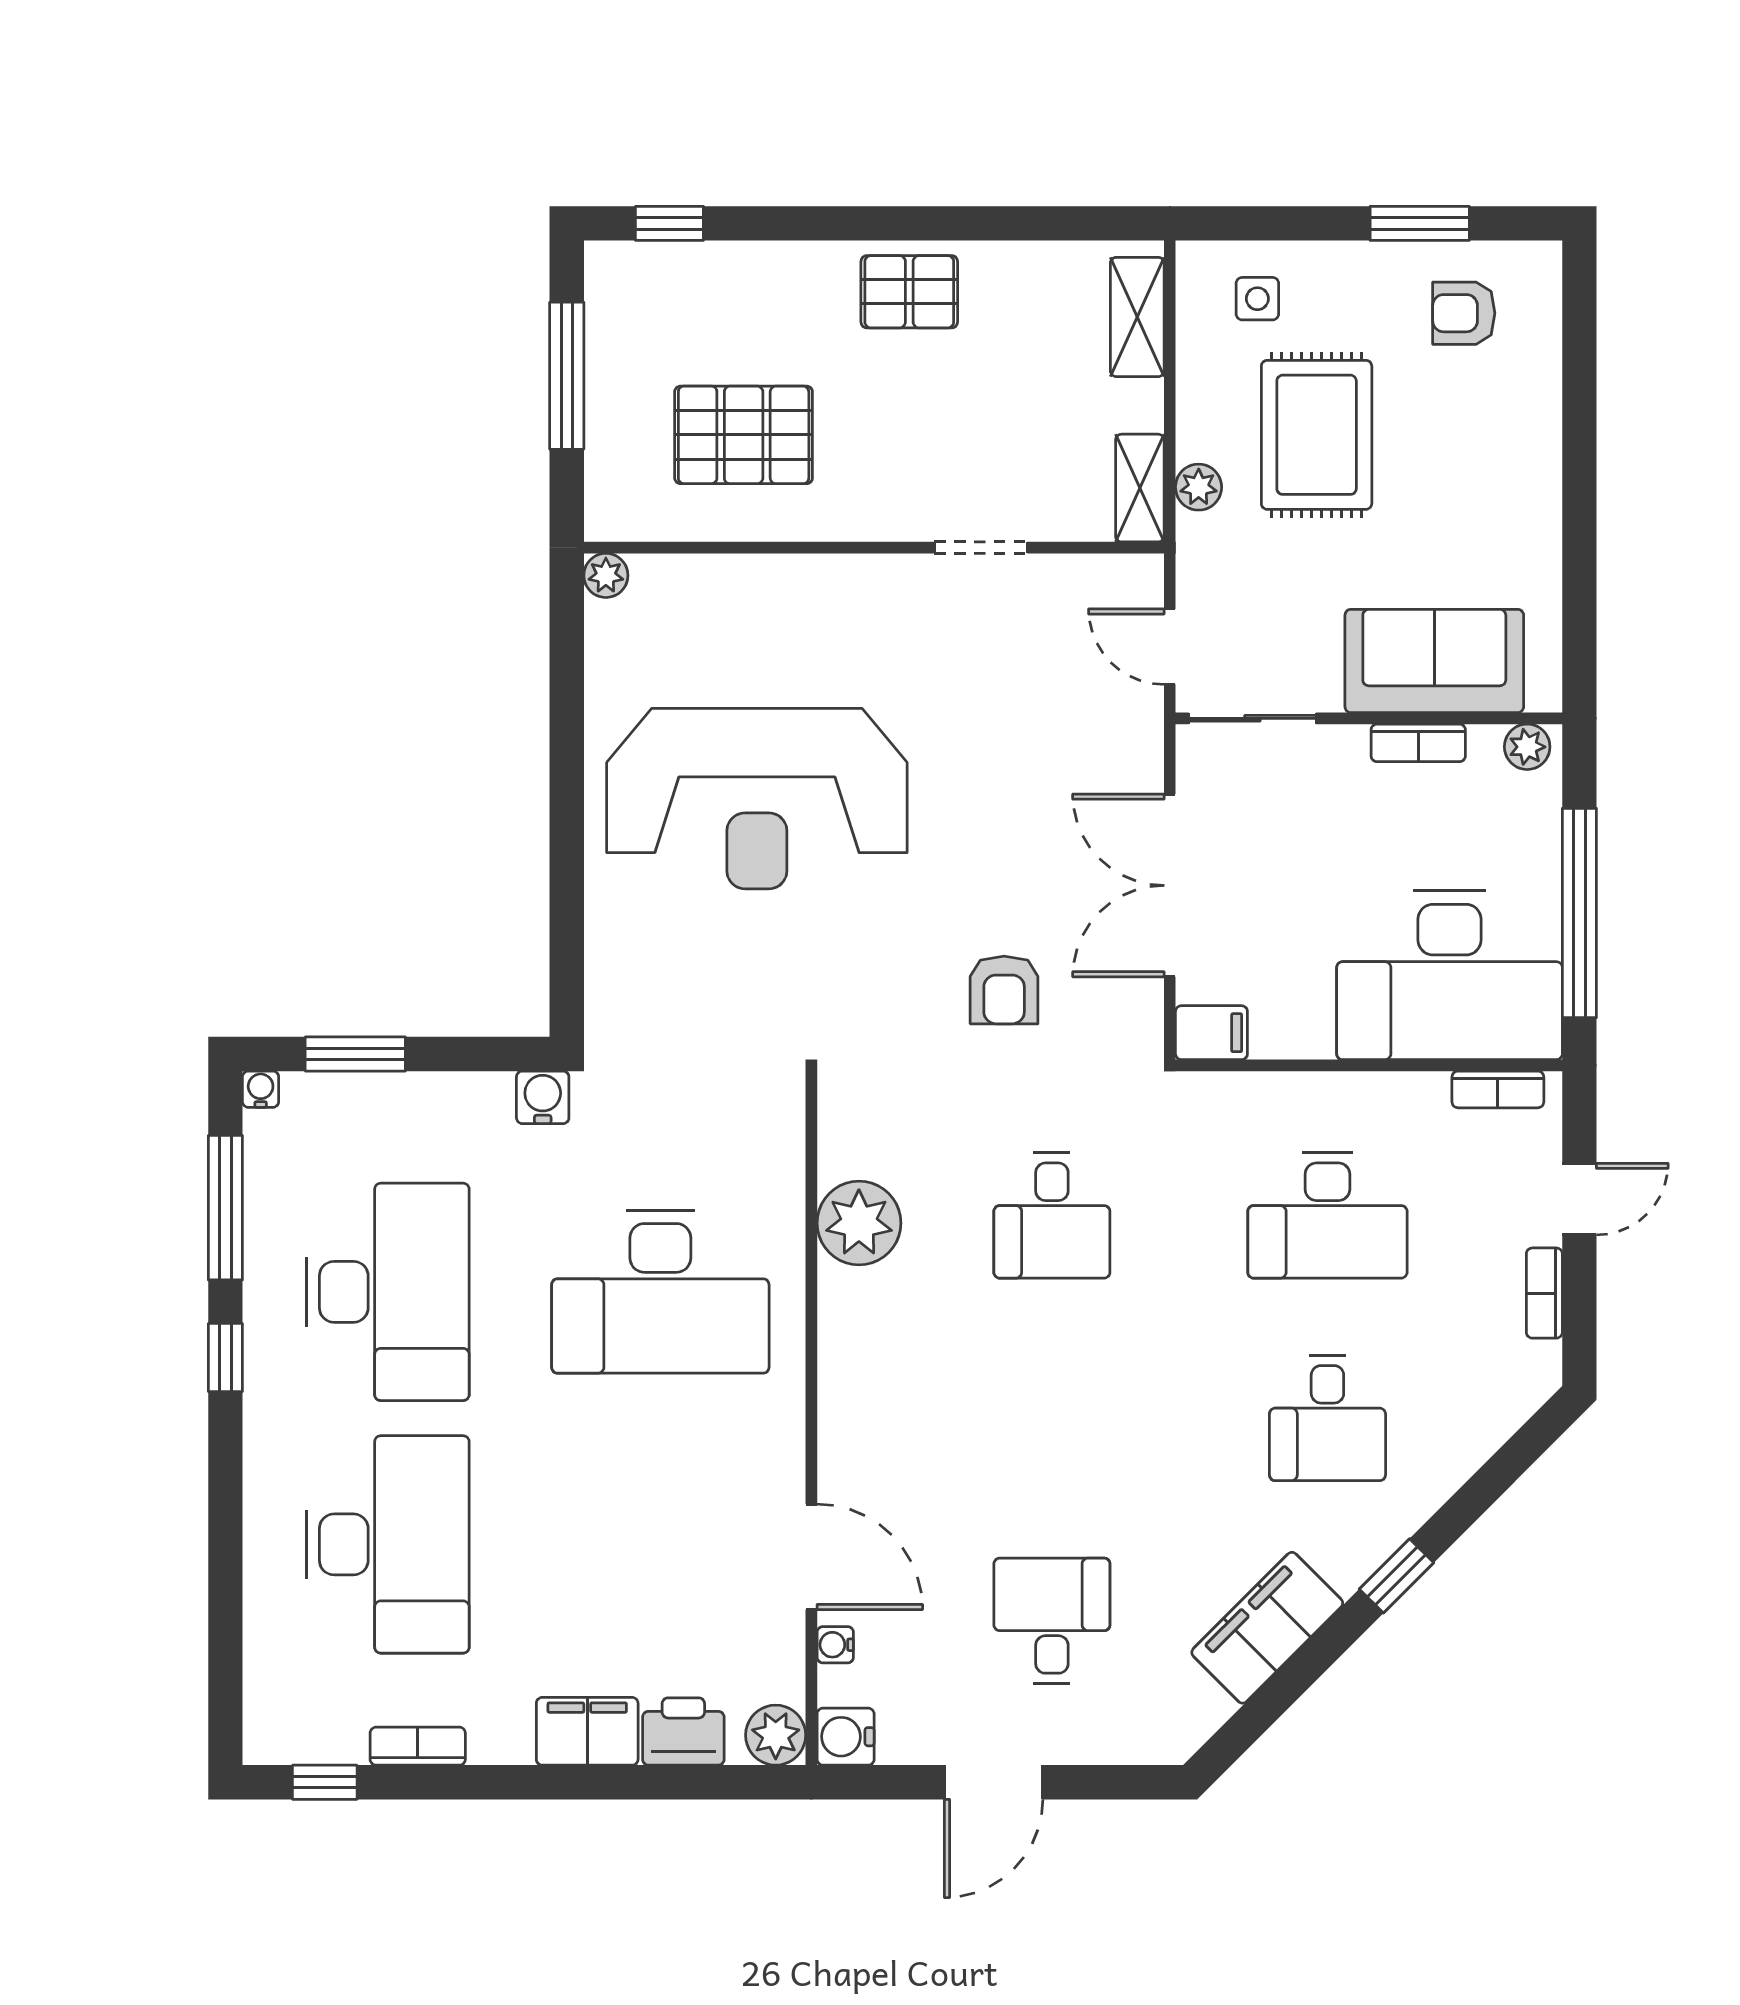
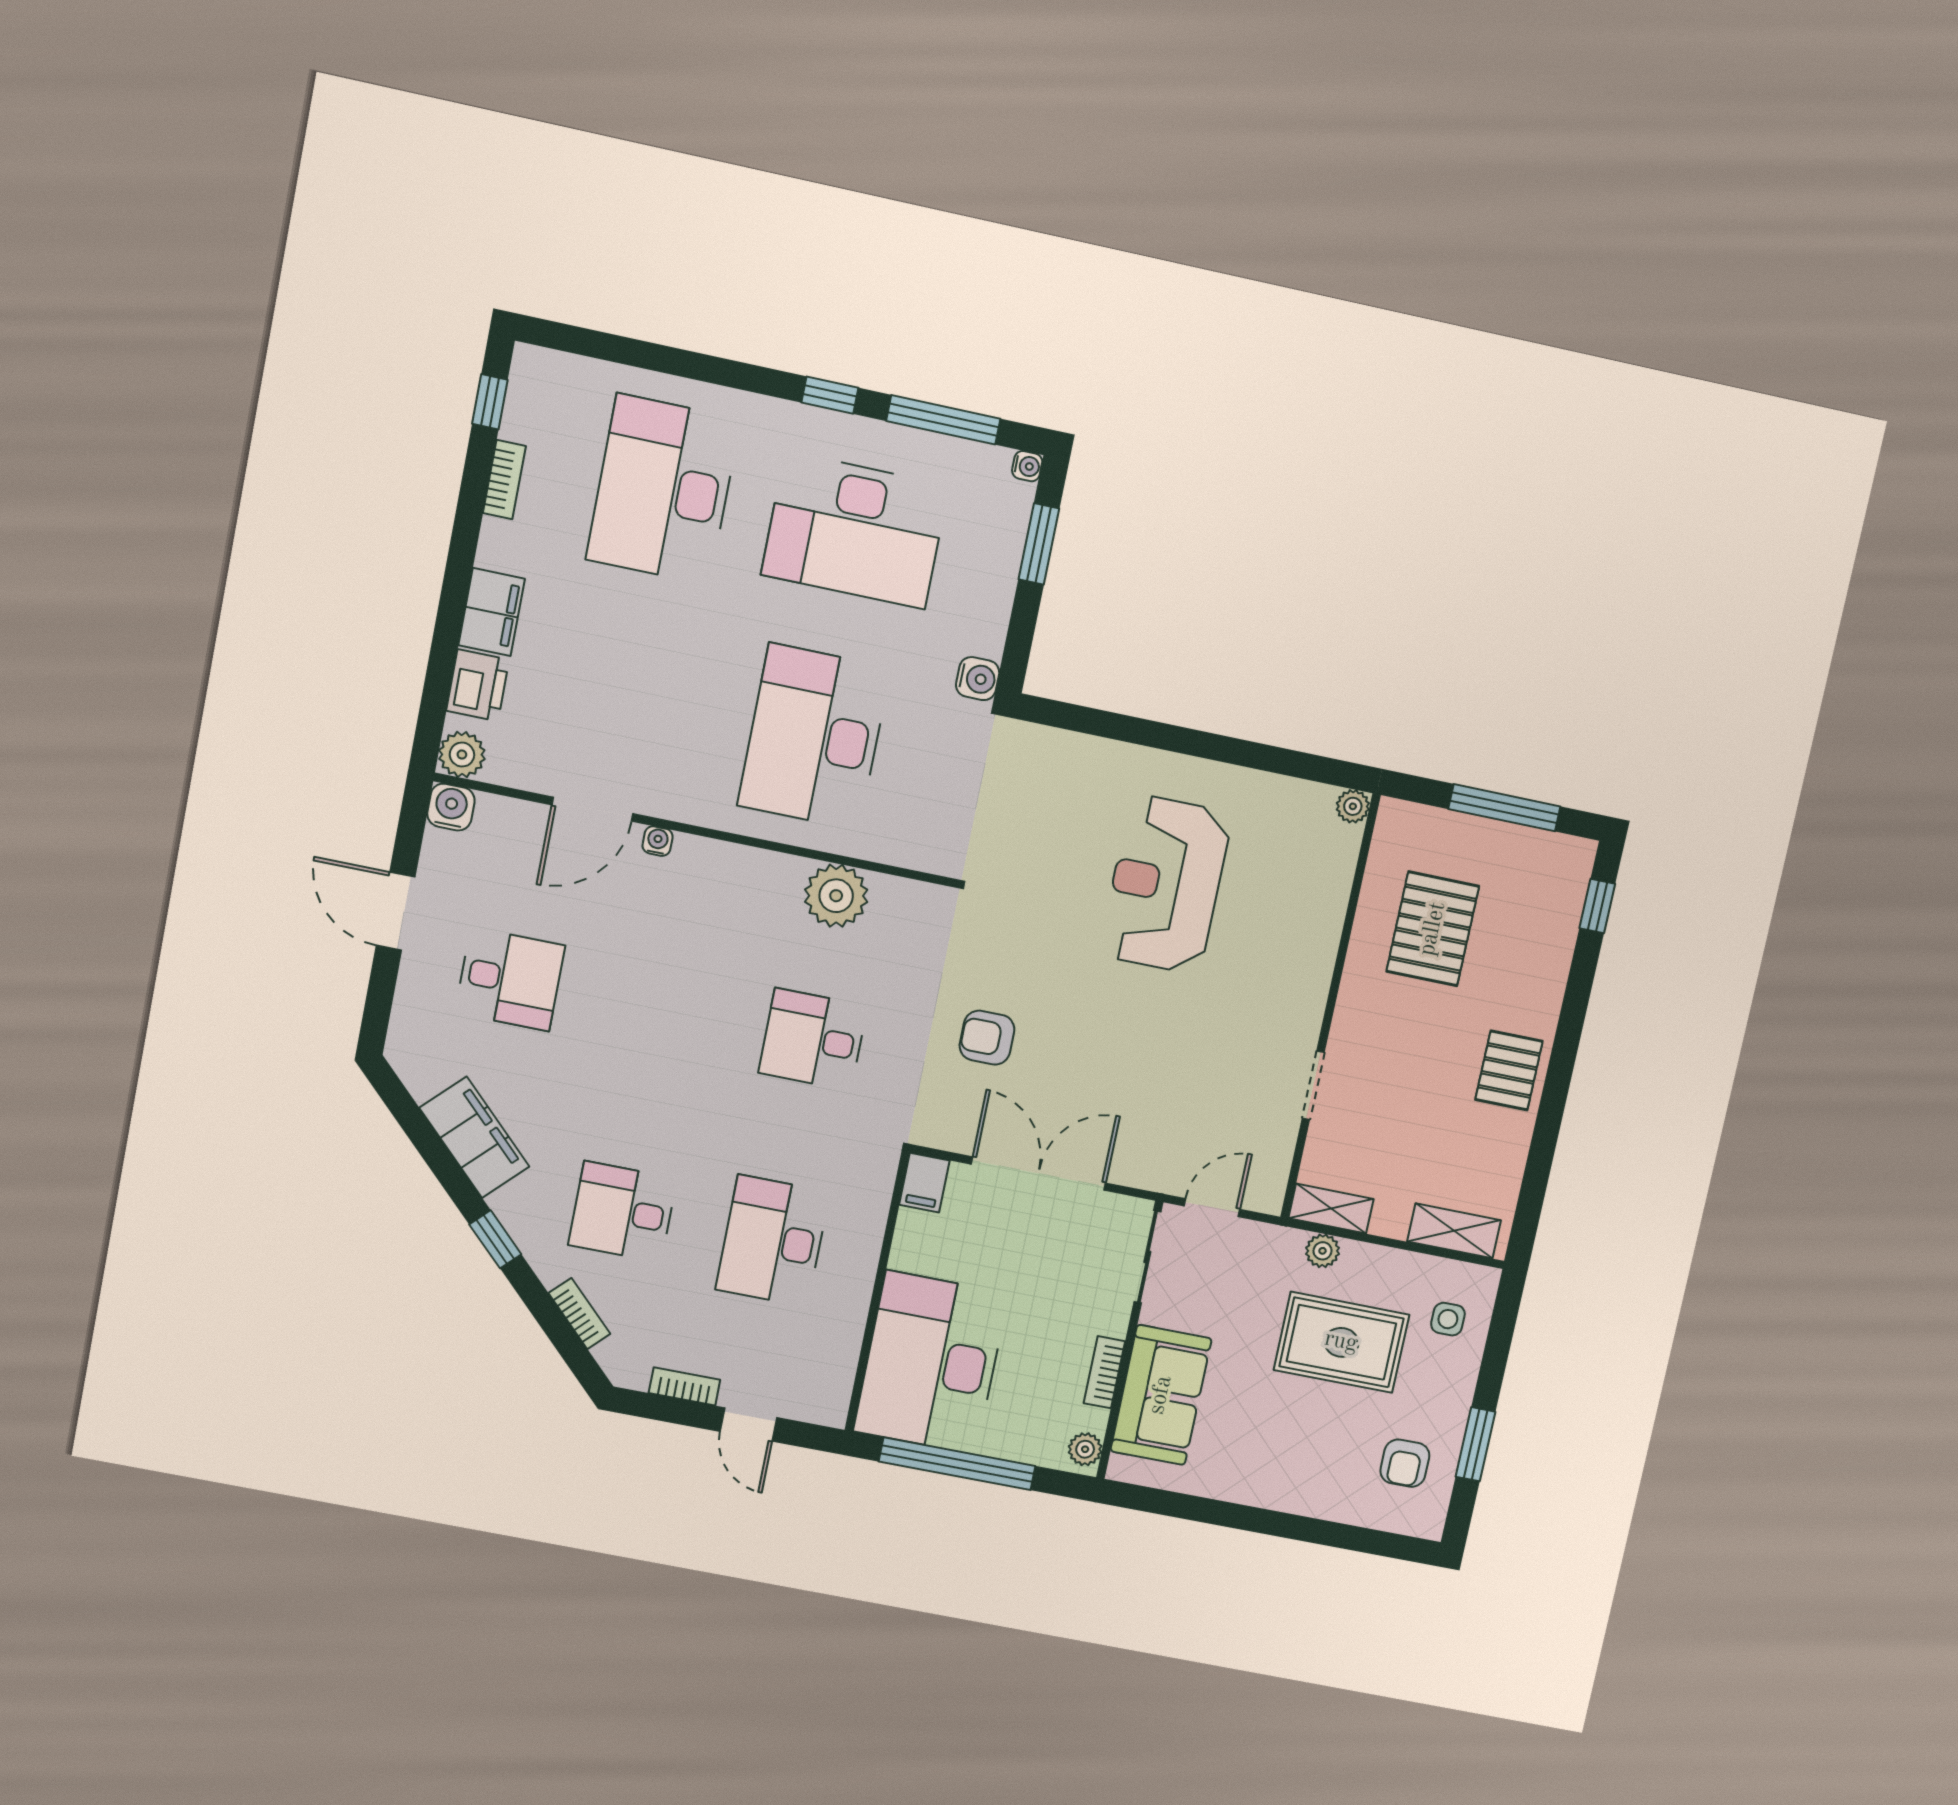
armchair: (1464, 313) -> (1405, 1463), turned 180
reception desk: (757, 799) -> (1166, 884), width x0.74, depth x0.77
bookcase: (1498, 1089) -> (579, 1313), moved, turned 135
desk: (388, 1544) -> (663, 489), turned 90
water cooler: (835, 1645) -> (658, 841), moved

